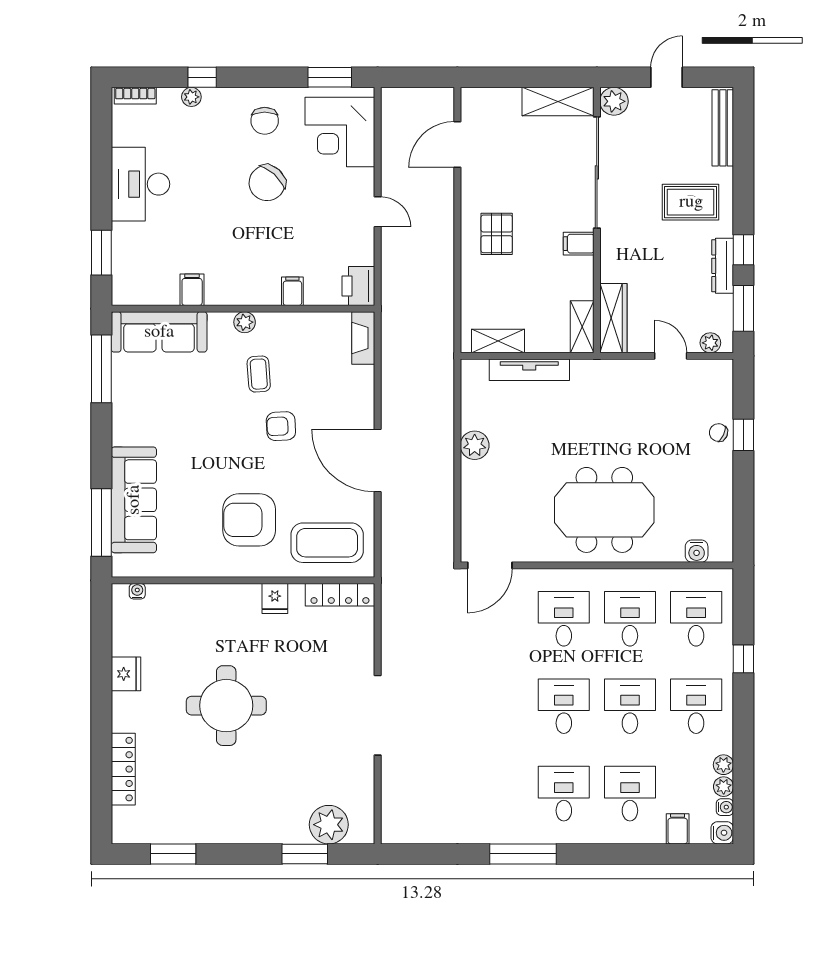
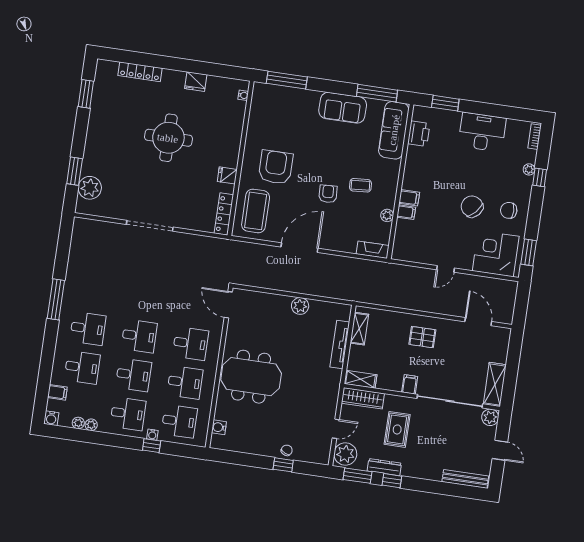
rug: (691, 202) -> (397, 429), moved
printer: (358, 286) -> (419, 134), moved, turned 90
filing cabinet: (192, 290) -> (409, 198), moved
plant: (245, 322) -> (387, 215), moved
plant: (710, 343) -> (345, 454), width x1.88, depth x1.88
sofa: (134, 500) -> (343, 108), moved, width x0.73
meeting table: (604, 510) -> (251, 377), turned 90
water cooler: (725, 807) -> (152, 435), moved

